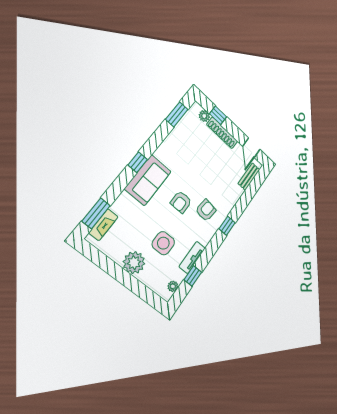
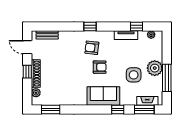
window: (218, 115) -> (27, 72), moved
door: (251, 148) -> (27, 47), swing flipped
window: (138, 162) -> (118, 110), moved
side table: (163, 243) -> (134, 75), moved
window: (112, 269) -> (167, 78), added

